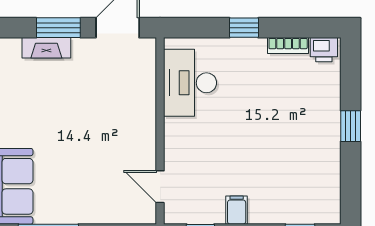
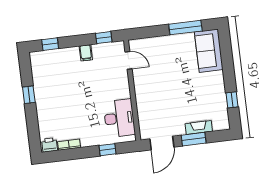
window: (244, 28) -> (107, 150), moved
window: (351, 126) -> (29, 95), moved

